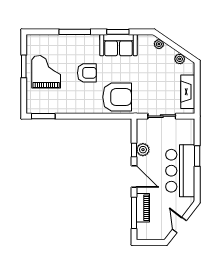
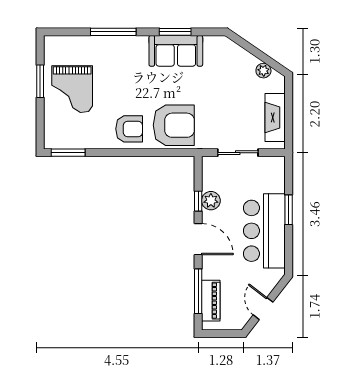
plant: (159, 44) -> (234, 49), removed
grand piano: (46, 72) -> (72, 89), turned 180
armchair: (87, 73) -> (129, 129), moved
piano: (143, 208) -> (211, 301), moved

